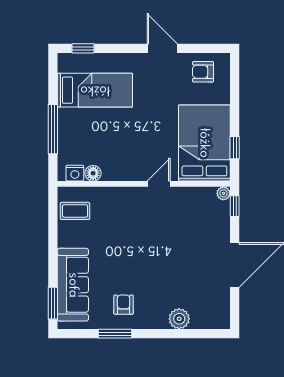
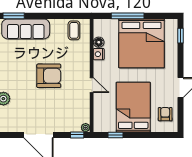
bed: (95, 90) -> (142, 43), width x2.04
bed: (204, 143) -> (133, 107), moved, turned -90
nightstand: (75, 173) -> (99, 54), moved
armchair: (124, 305) -> (49, 76), moved, width x1.88, depth x1.88

